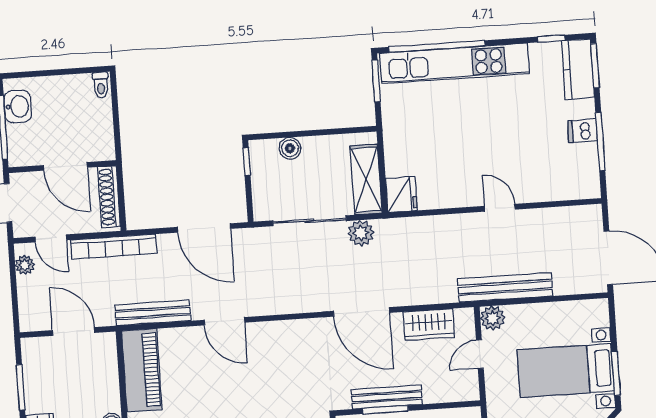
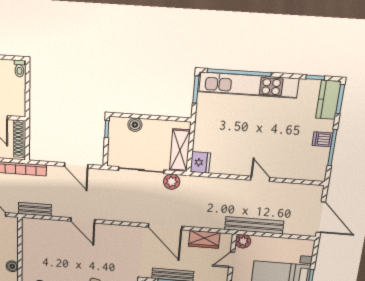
door: (204, 228) -> (76, 165), width x0.73
bench: (153, 313) -> (35, 209), width x0.73
piano: (142, 370) -> (32, 240), removed

